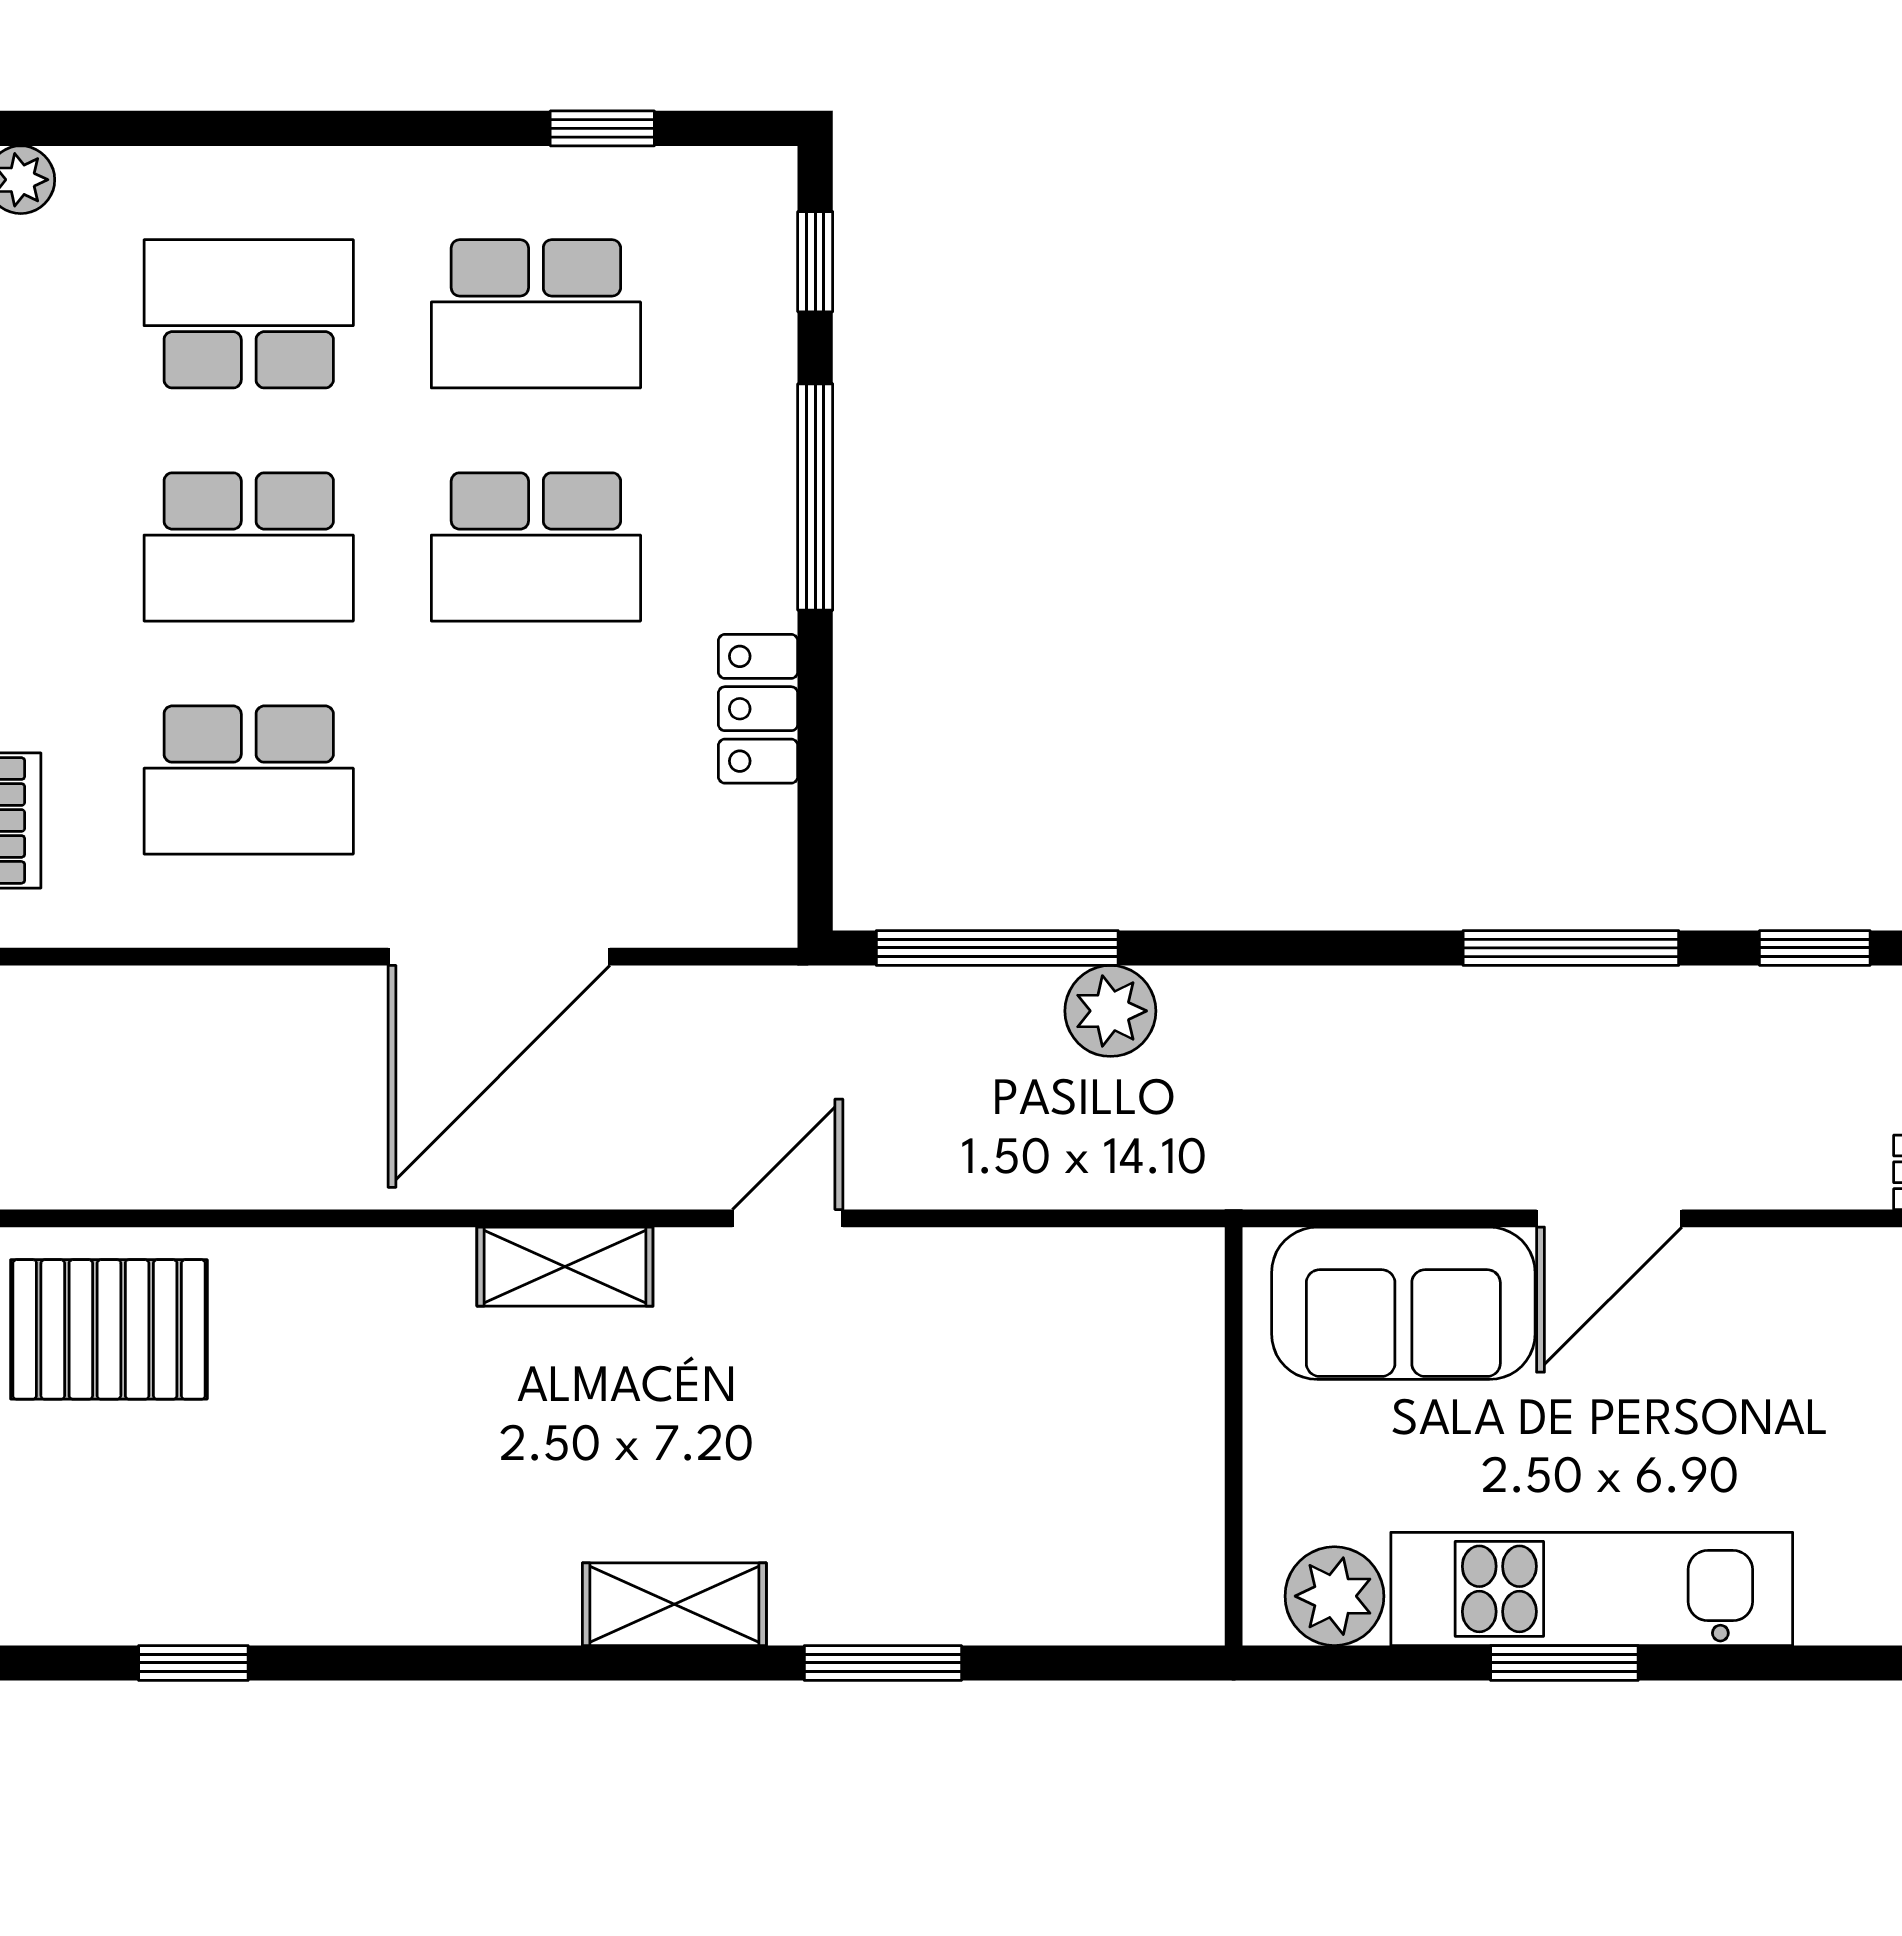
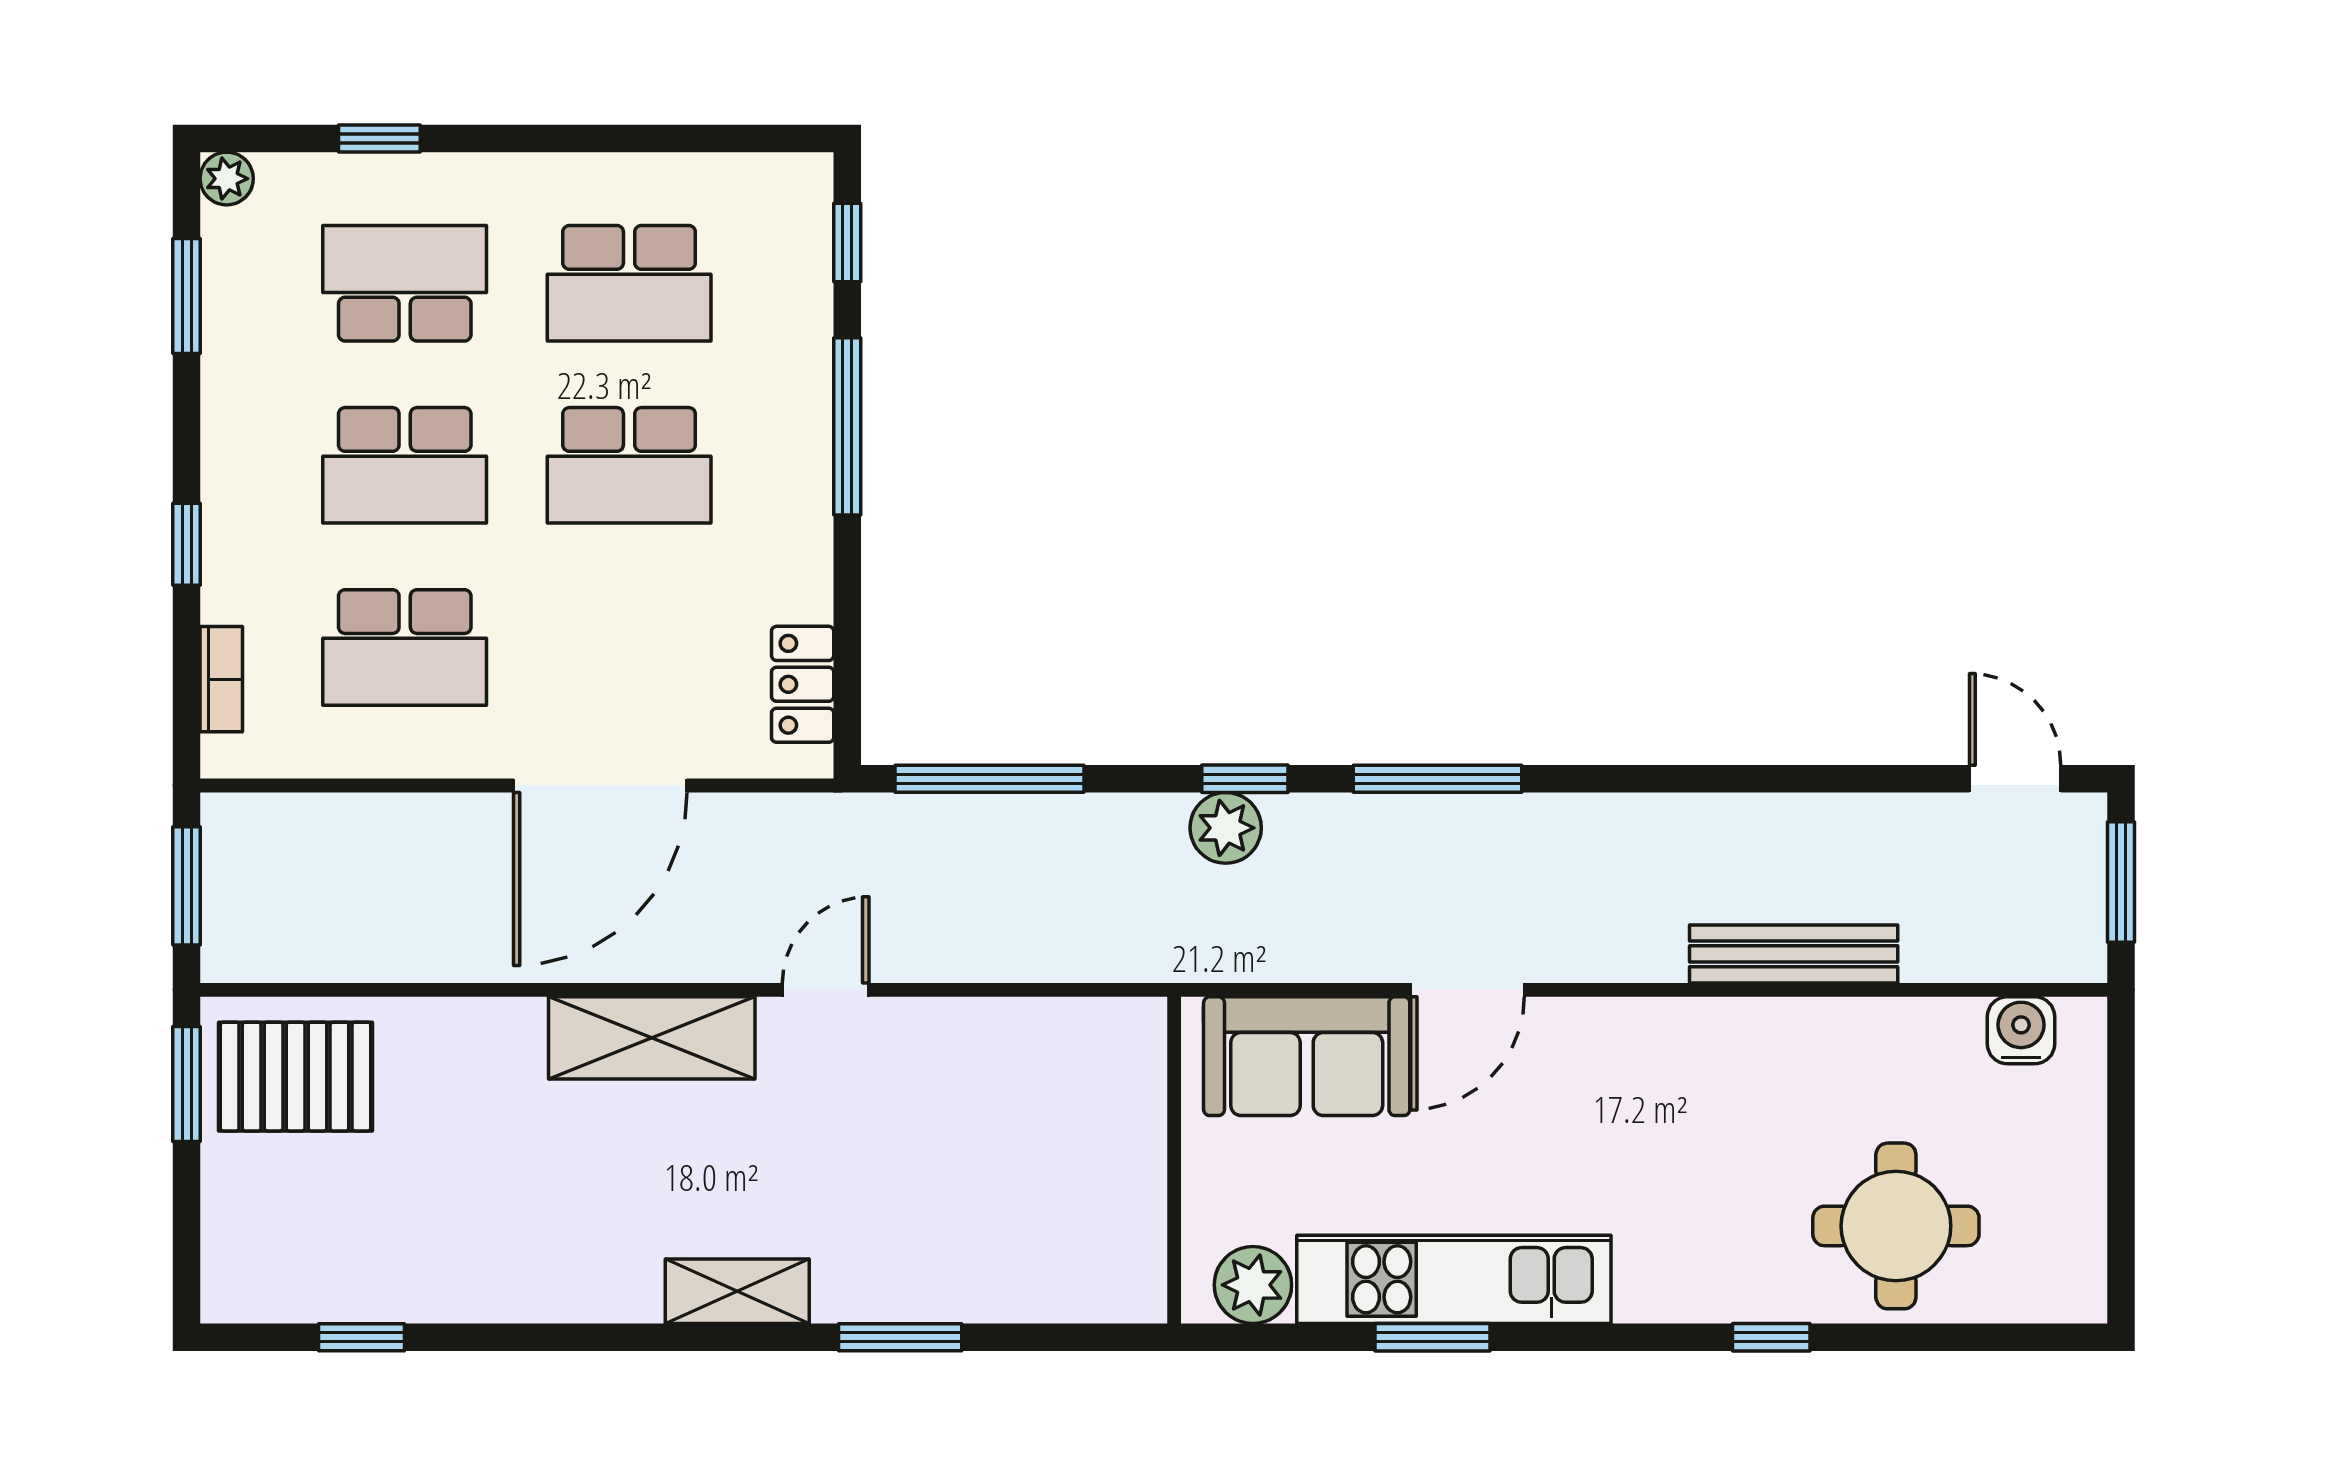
window: (602, 128) -> (379, 138), moved
locker: (758, 709) -> (803, 684), moved
window: (1815, 948) -> (1245, 779), moved
plant: (1110, 1011) -> (1226, 828), moved
shelving: (565, 1267) -> (652, 1038), width x1.50, depth x1.33

